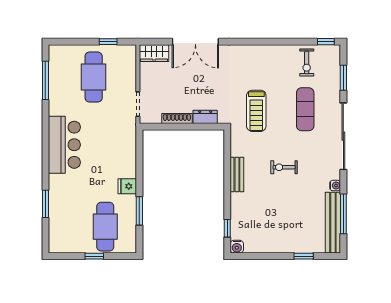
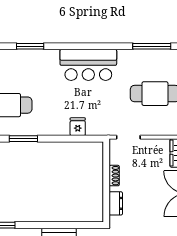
shoe rack: (177, 118) -> (114, 176), width x0.70
fridge: (127, 186) -> (78, 127), moved

